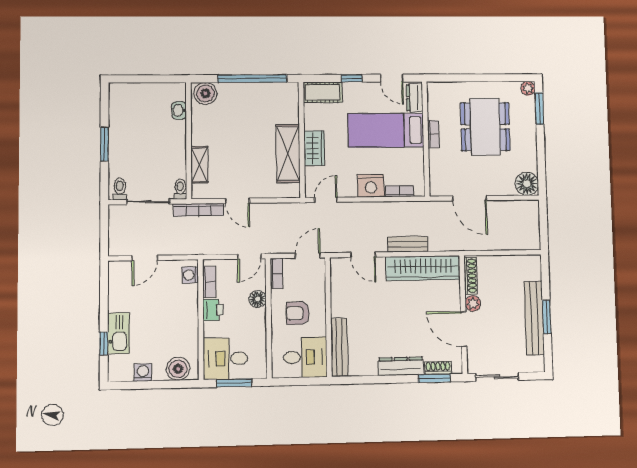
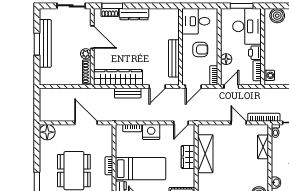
door: (363, 255) -> (157, 87), swing flipped
bench: (339, 347) -> (174, 58), moved
desk: (225, 359) -> (247, 26), width x1.37

